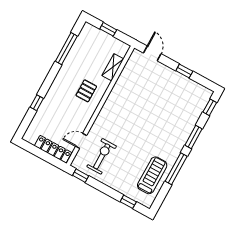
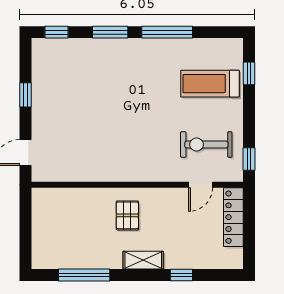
window: (108, 29) -> (26, 232), removed
shelving: (113, 67) -> (143, 260), moved
pallet: (86, 91) -> (127, 215), turned 90
door: (81, 141) -> (201, 185), hinge flipped
treadmill: (152, 175) -> (210, 84), moved

